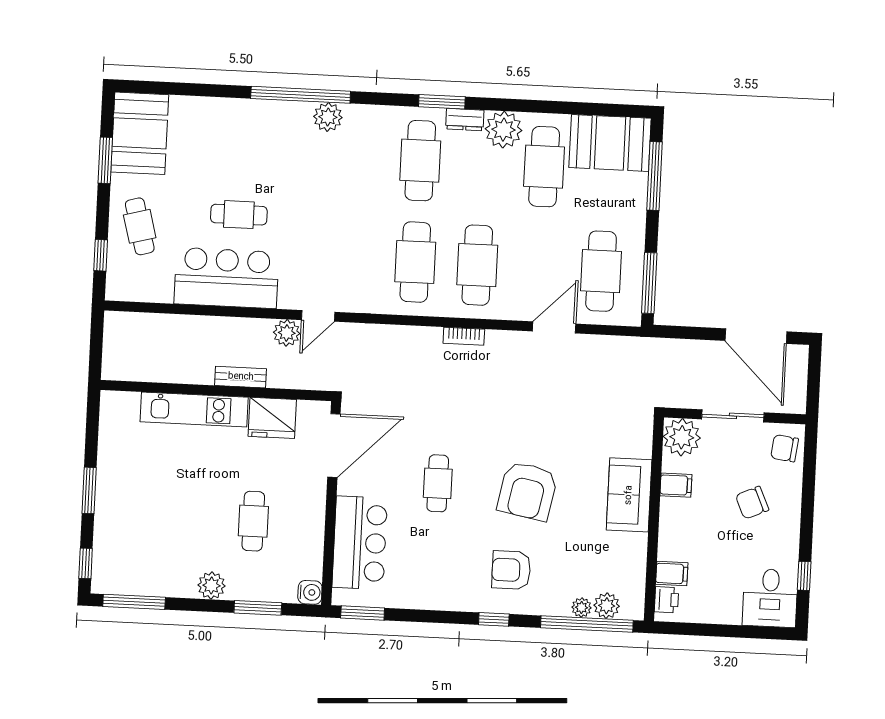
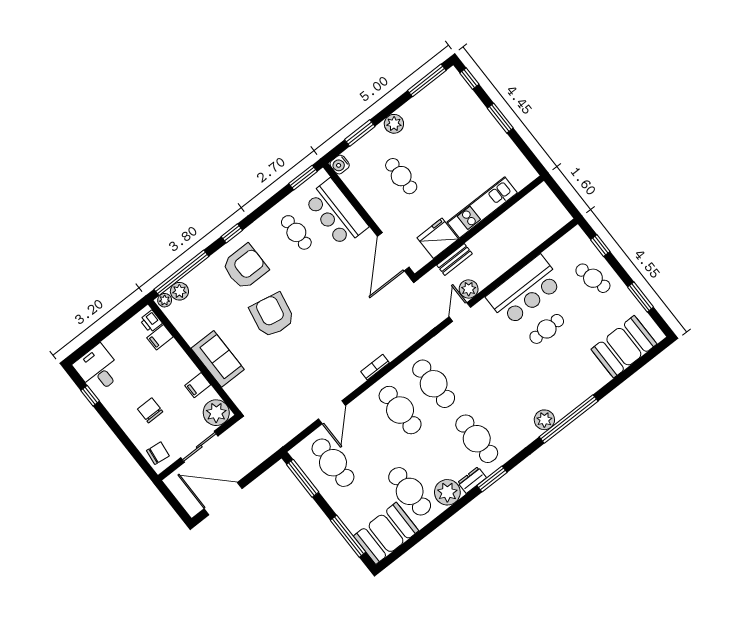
booth: (140, 133) -> (624, 347), moved, turned 90
bench: (241, 377) -> (455, 259), moved
cafe table: (438, 483) -> (296, 232), moved
chair: (752, 503) -> (150, 410), turned -66
armchair: (511, 570) -> (245, 267), width x1.36, depth x1.36
plant: (582, 607) -> (165, 300), moved

